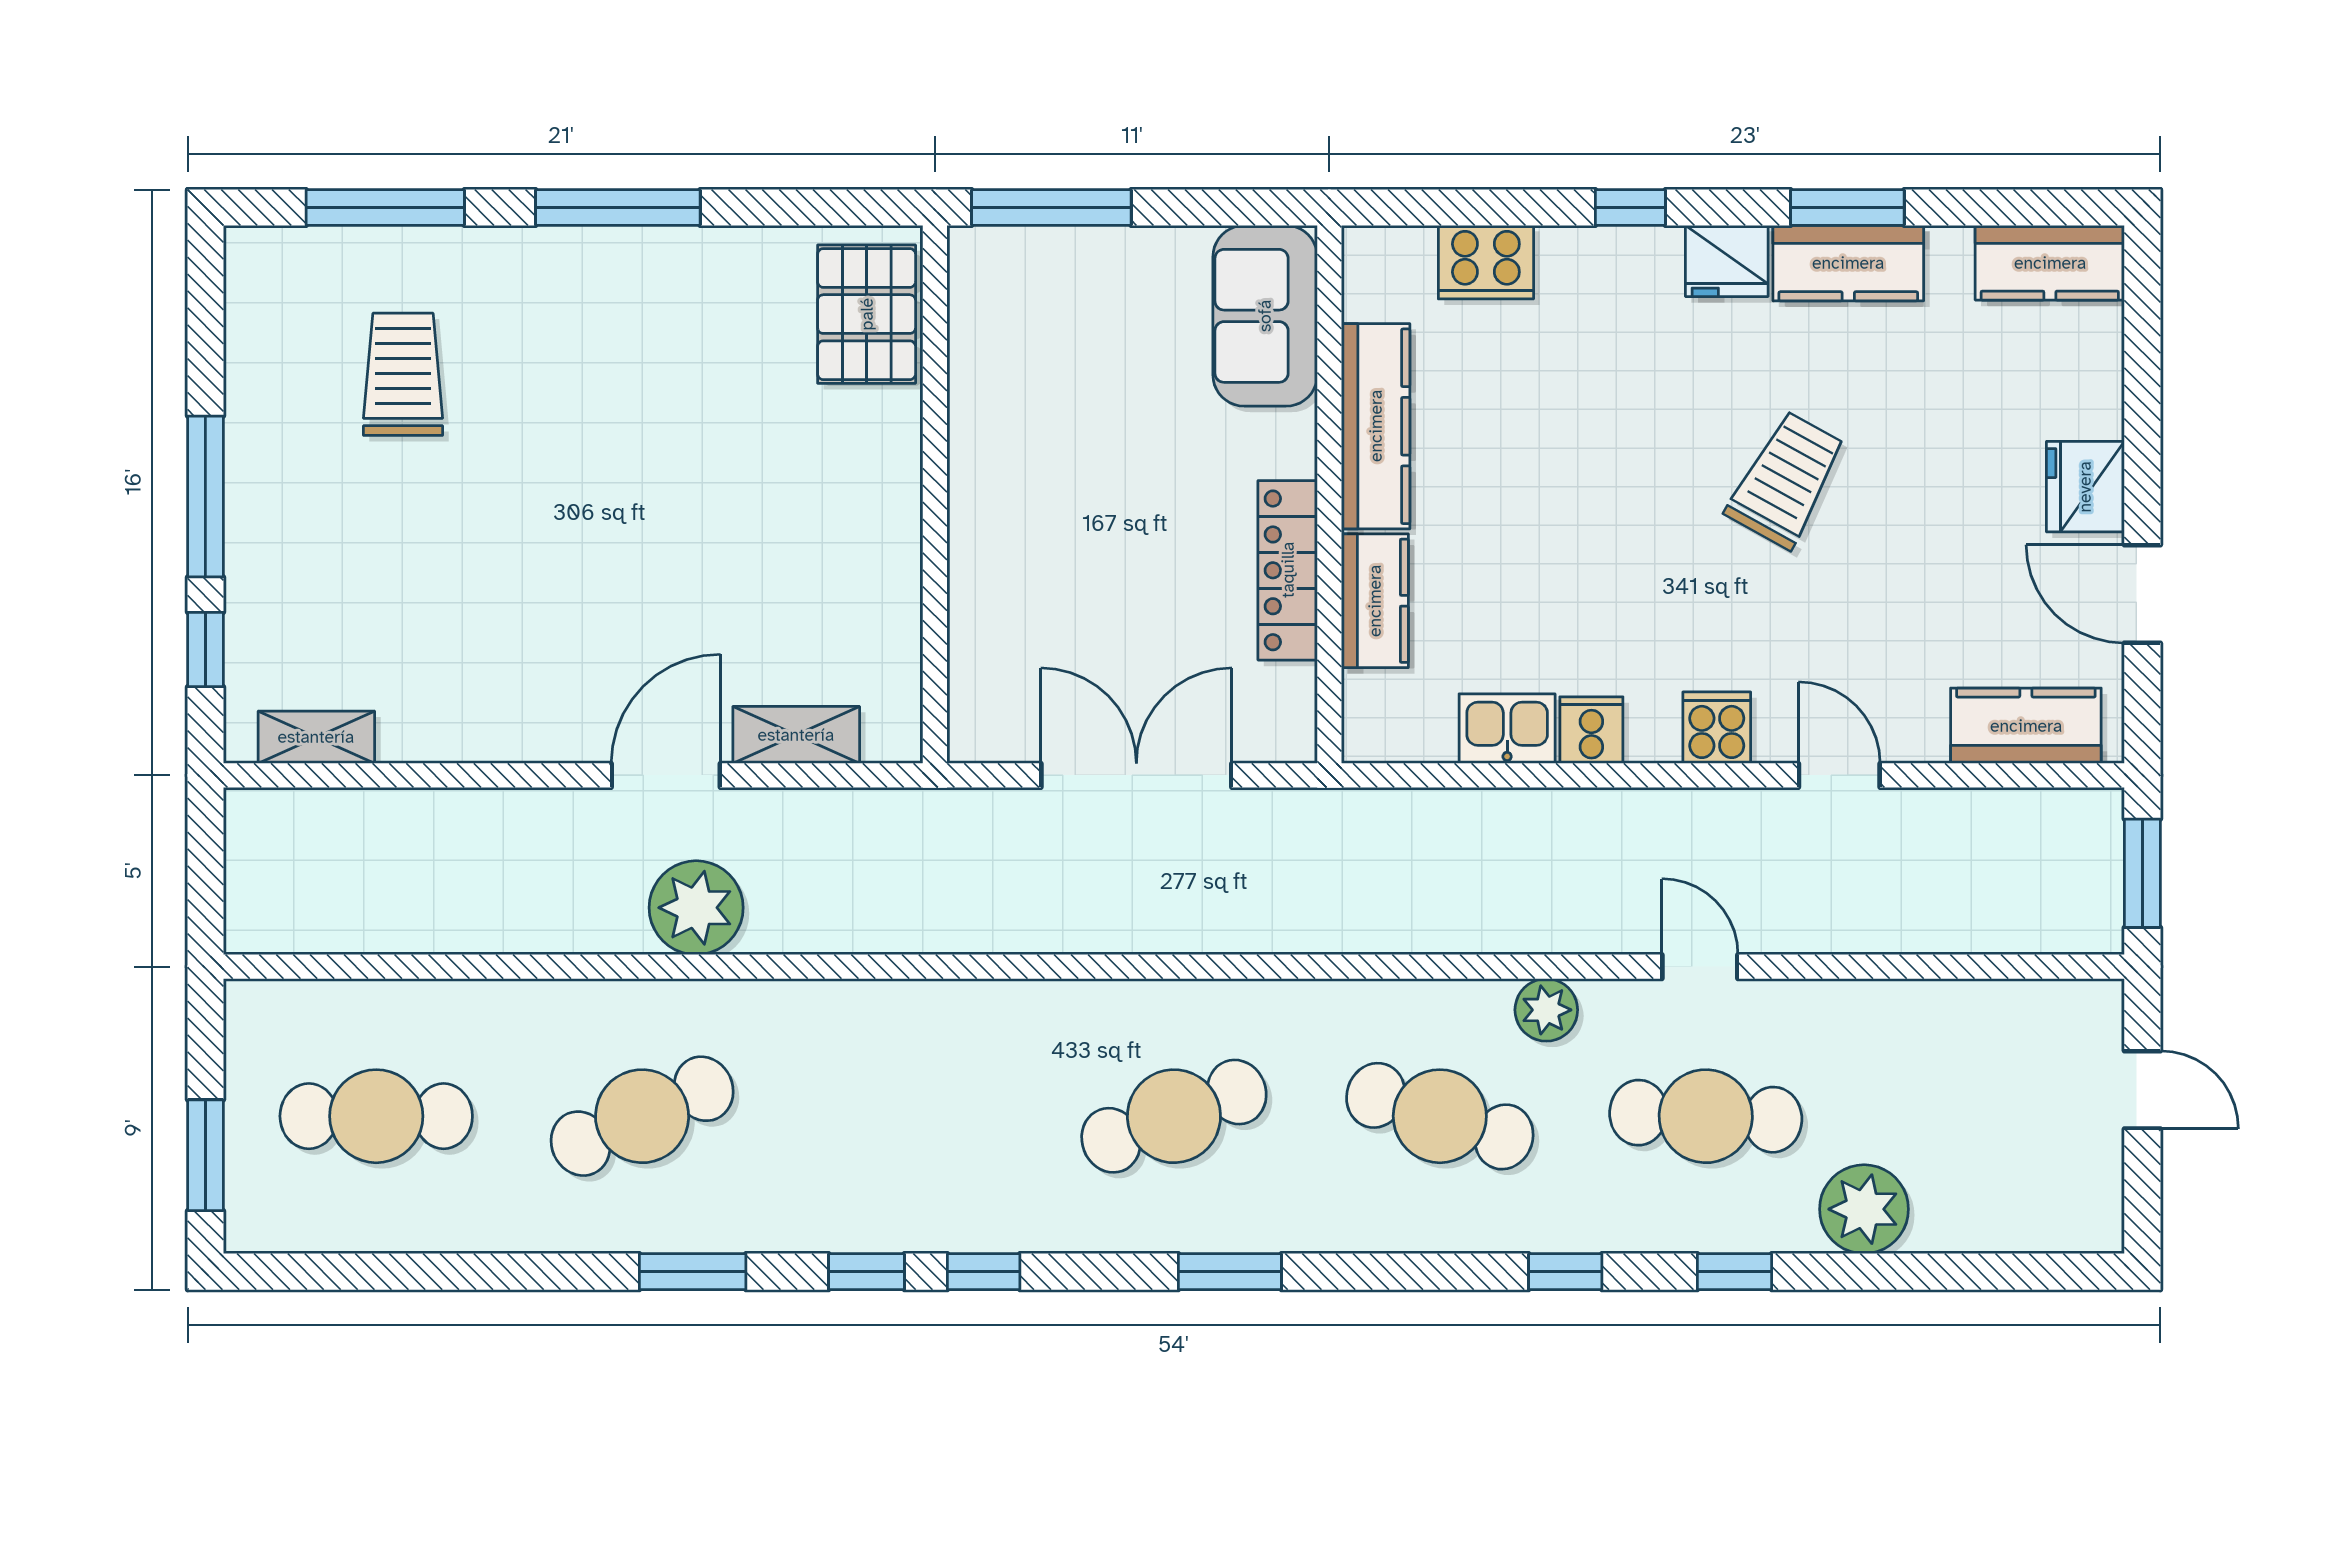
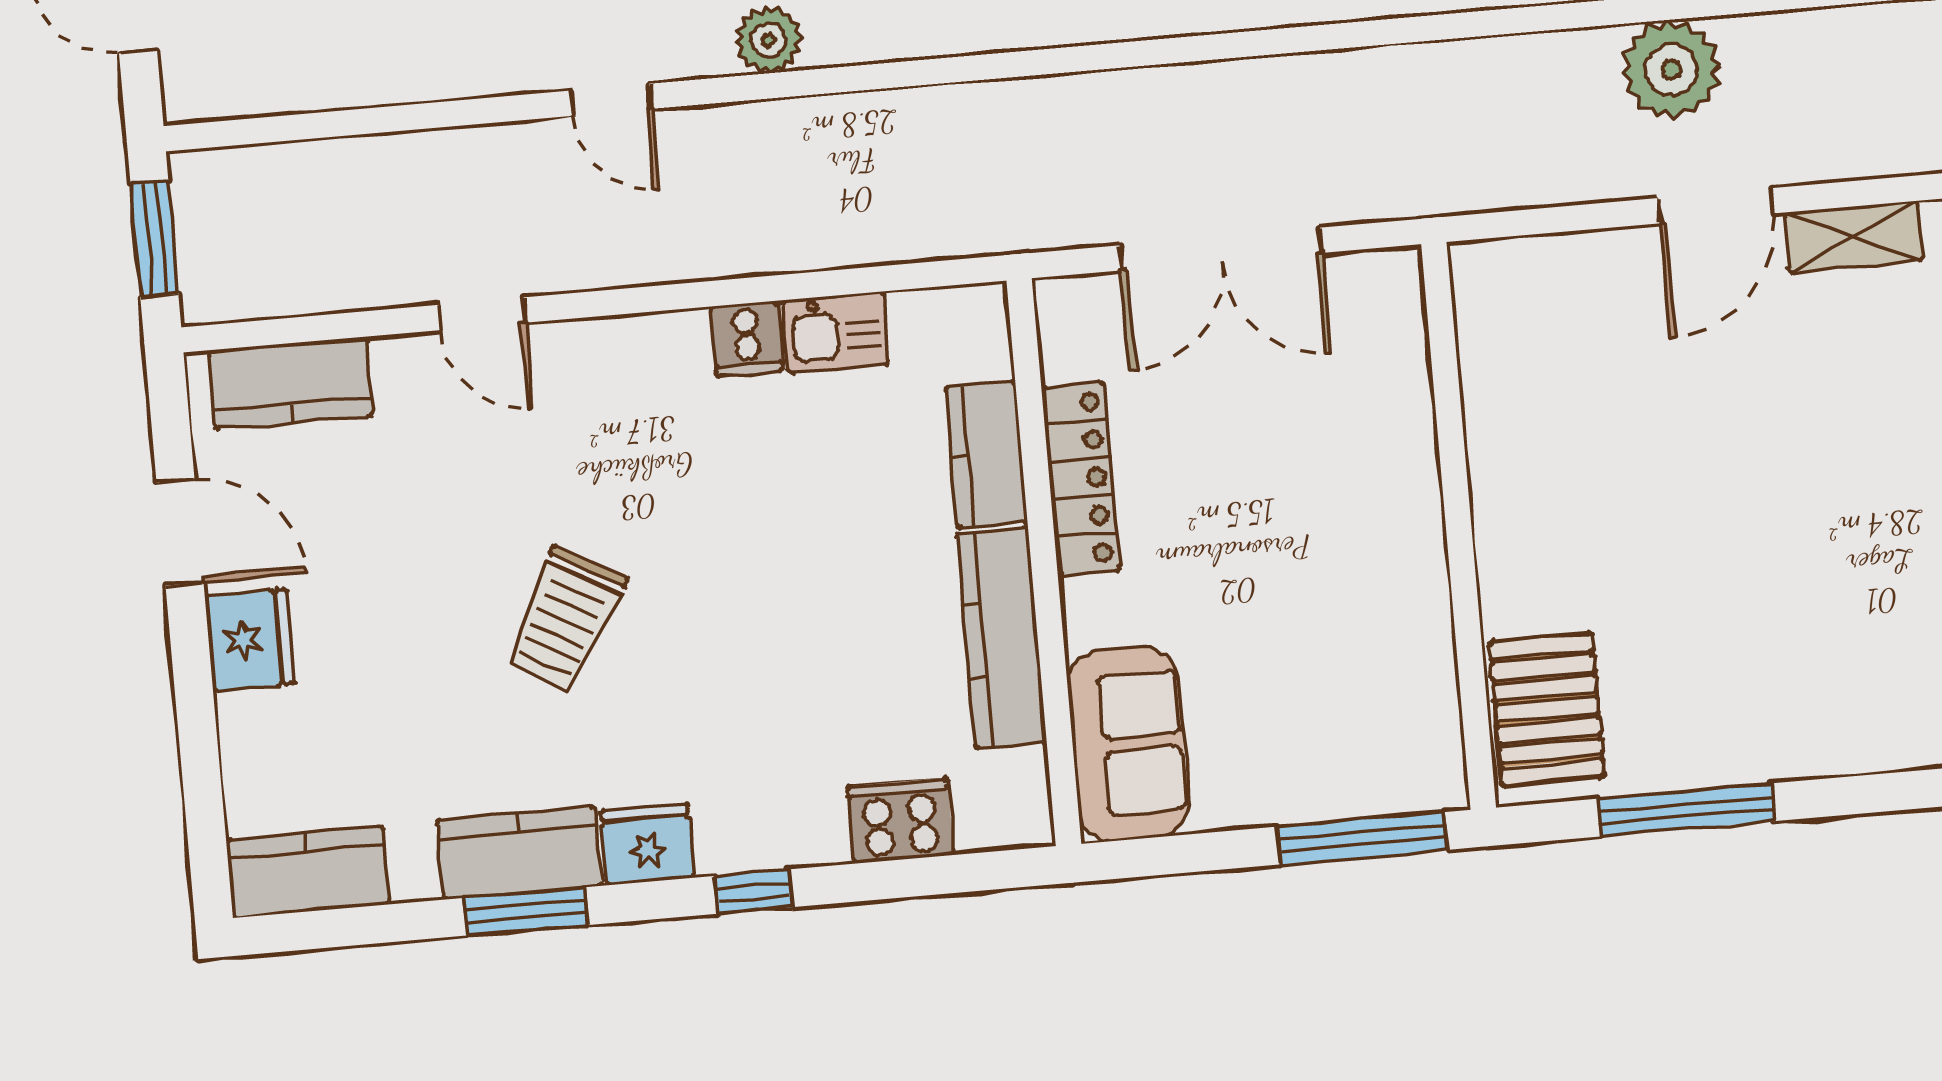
window: (618, 207) -> (1686, 810), moved
cooker: (1717, 728) -> (615, 353), removed
shelving: (796, 735) -> (1853, 237), moved

